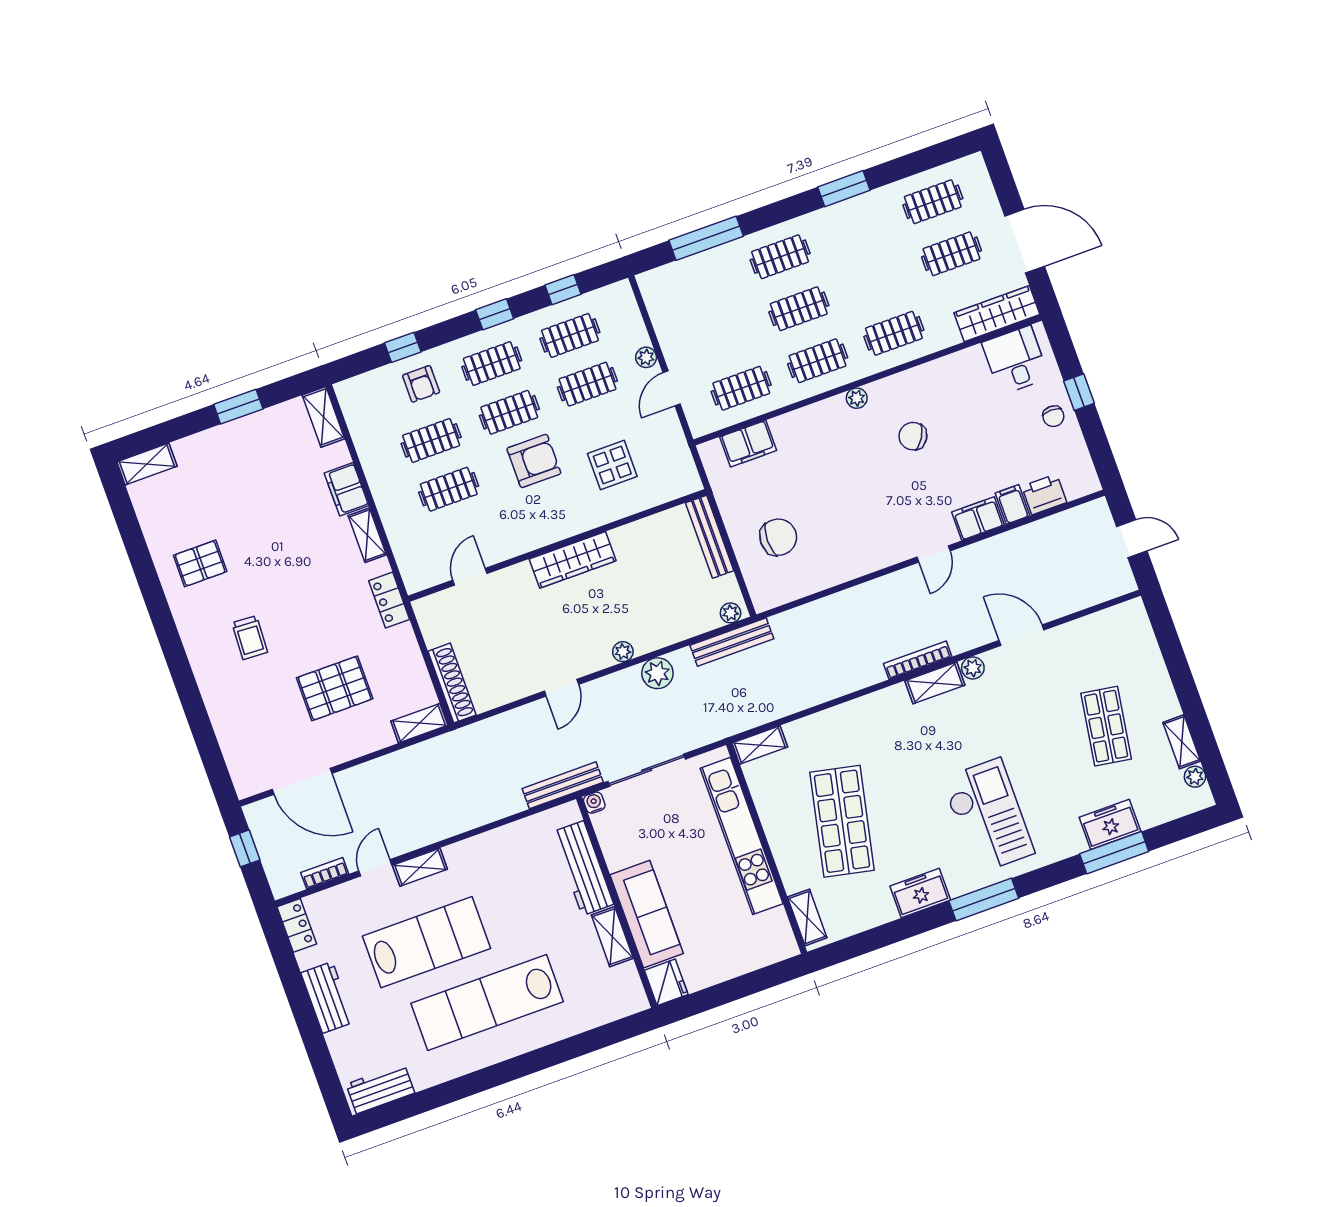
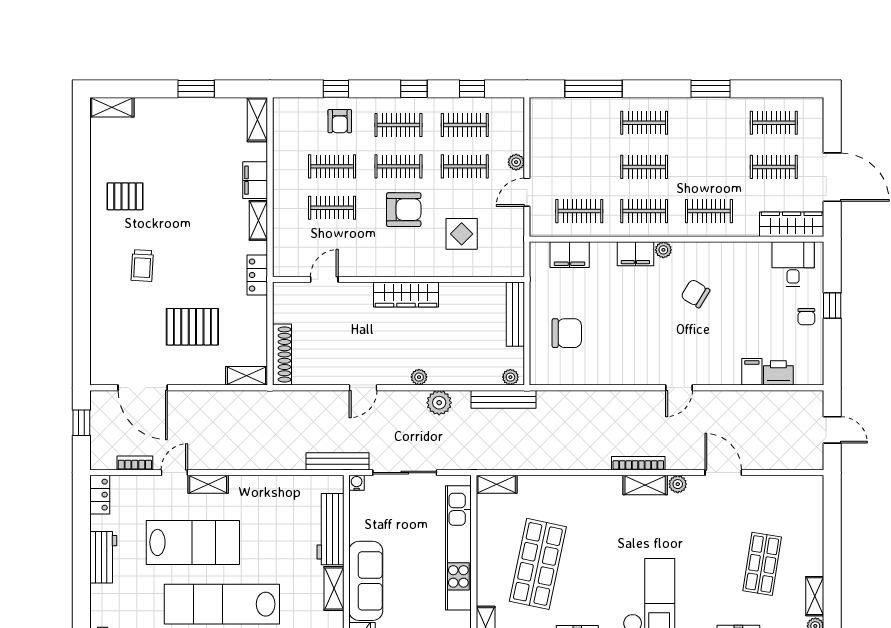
filing cabinet: (978, 518) -> (635, 254), moved, turned 180

